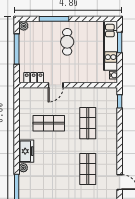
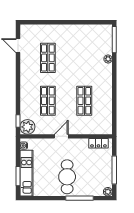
cafe table: (67, 42) -> (67, 177), width x1.37, depth x1.35
door: (56, 85) -> (61, 136), moved
plant: (110, 95) -> (27, 127), added
shop shelf: (49, 123) -> (84, 101), turned 90
freezer: (26, 151) -> (105, 74), removed

